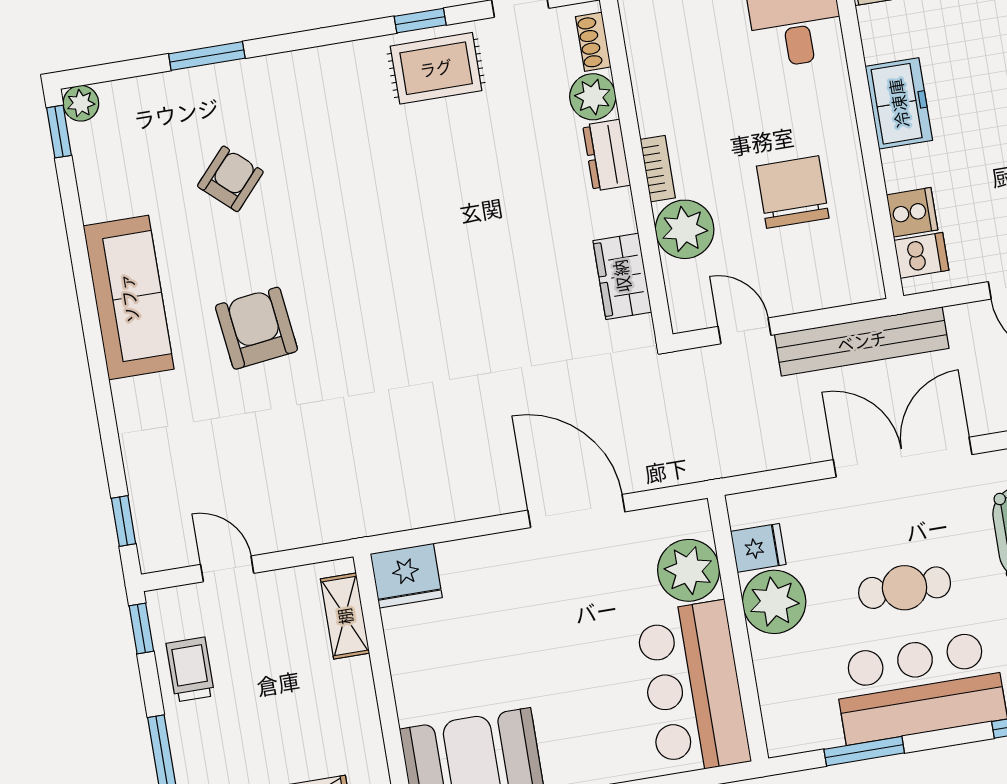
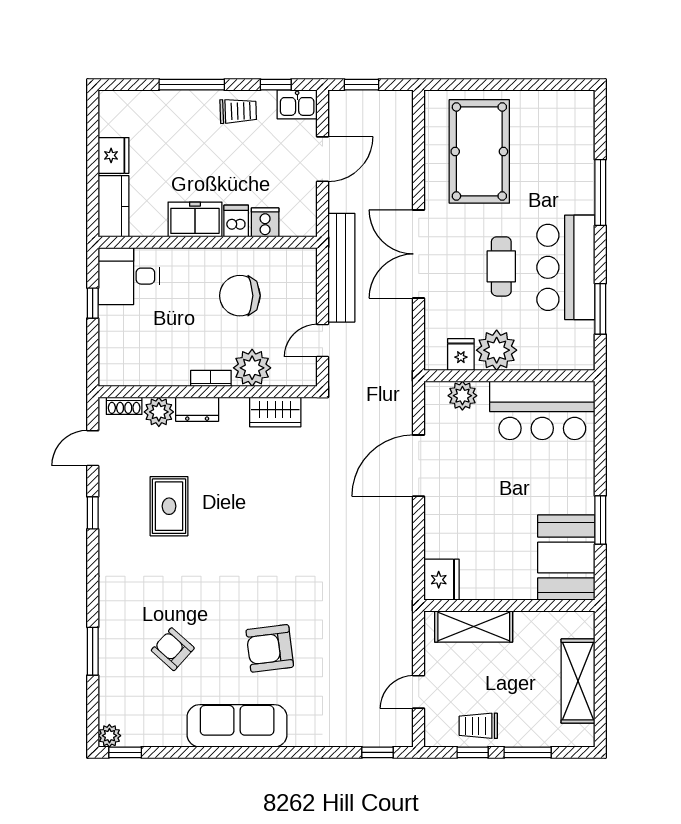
rug: (436, 68) -> (169, 506), moved
dishwasher: (921, 255) -> (236, 221), moved
plant: (689, 570) -> (462, 396), width x0.73, depth x0.73
shelving: (345, 616) -> (474, 626), width x1.50, depth x1.33
window: (141, 628) -> (473, 752), moved

